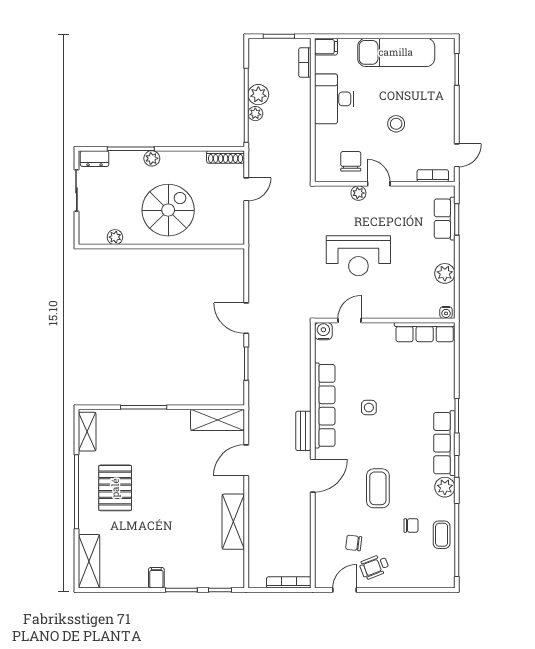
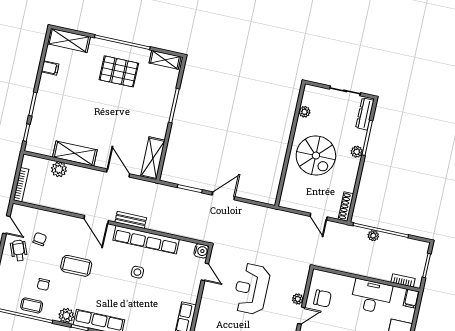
plant: (258, 95) -> (59, 169), moved
dresser: (95, 159) -> (365, 114), width x1.44
filing cabinet: (156, 578) -> (50, 68), moved

